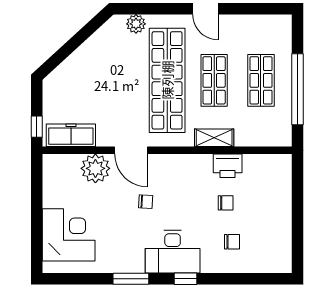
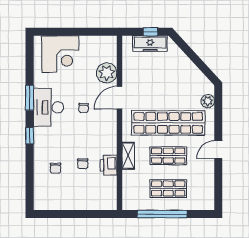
window: (37, 127) -> (151, 32), moved
freezer: (71, 135) -> (150, 44), moved, turned 90
desk: (173, 252) -> (49, 107), moved

